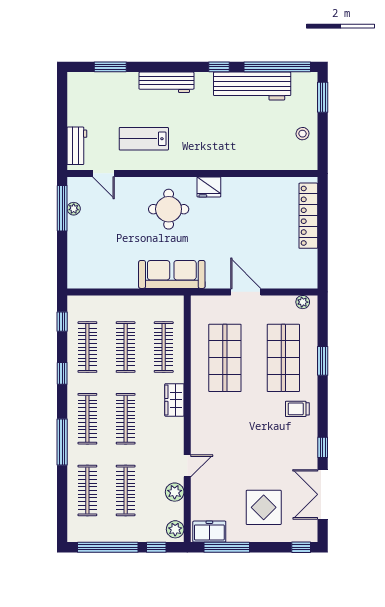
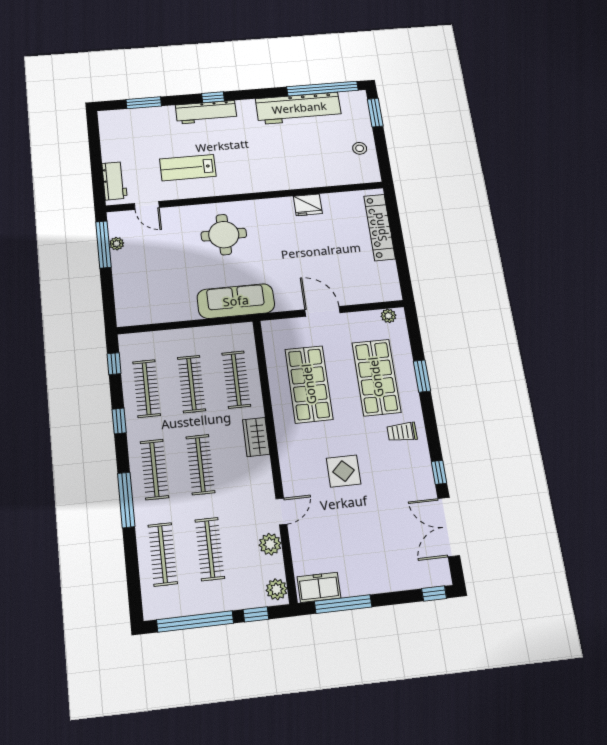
window: (219, 67) -> (213, 97), moved
fridge: (209, 187) -> (308, 205), moved
display table: (264, 507) -> (344, 471), moved, width x0.73, depth x0.73

